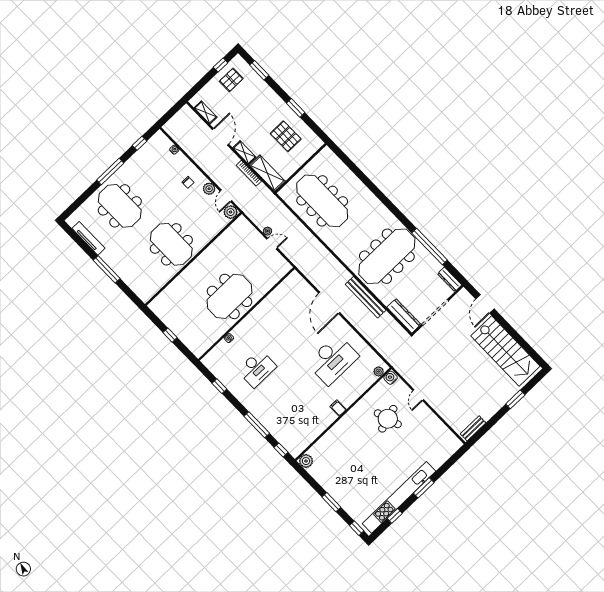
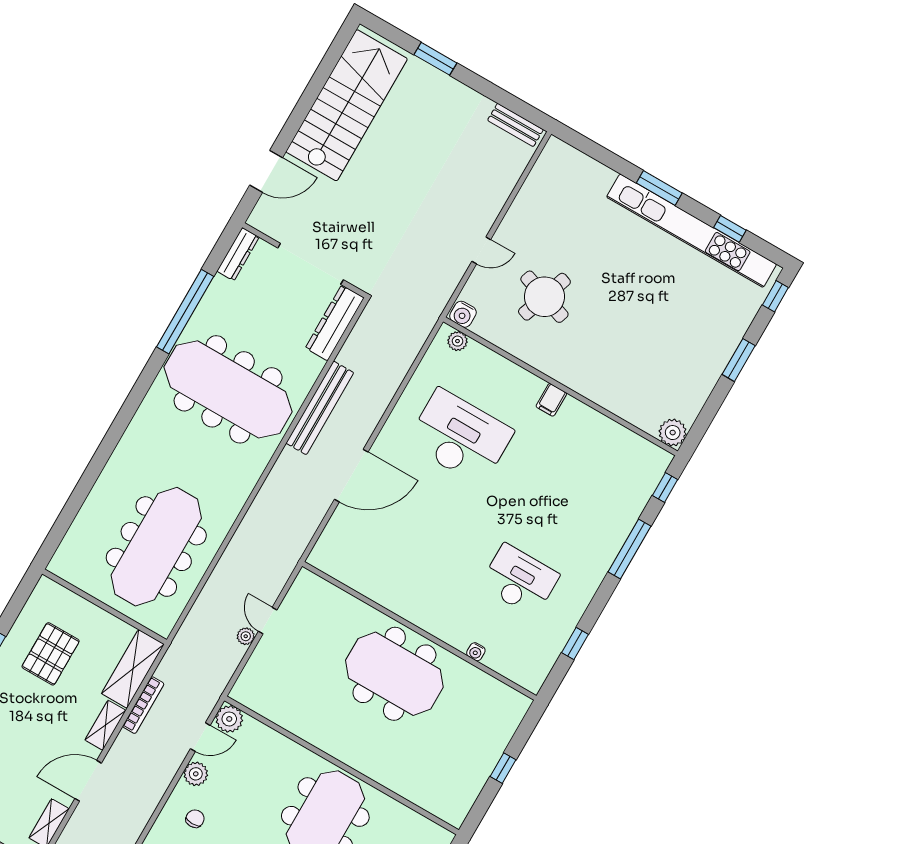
round table: (388, 419) -> (544, 297), turned 36

